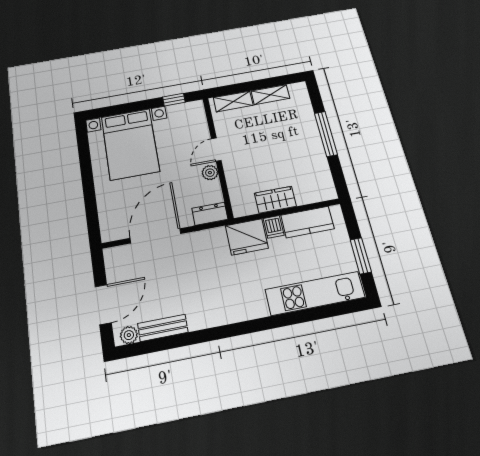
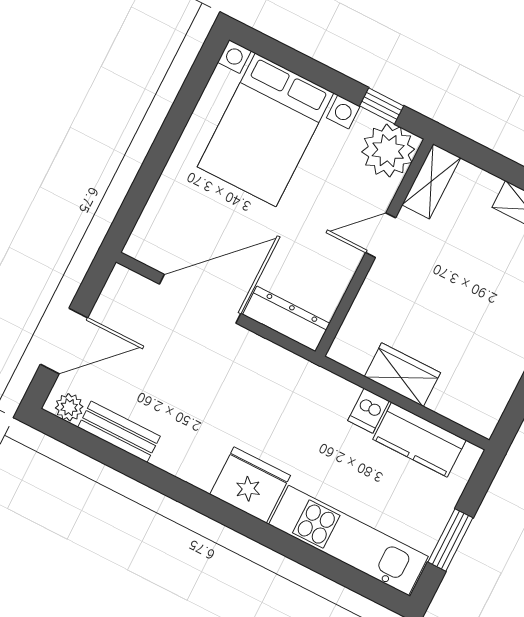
shelving: (233, 101) -> (431, 181), moved, turned 90
plant: (210, 173) -> (388, 151), moved, width x1.88, depth x1.88
dresser: (210, 214) -> (286, 319), width x1.44
fridge: (247, 237) -> (250, 485), moved, turned 180

